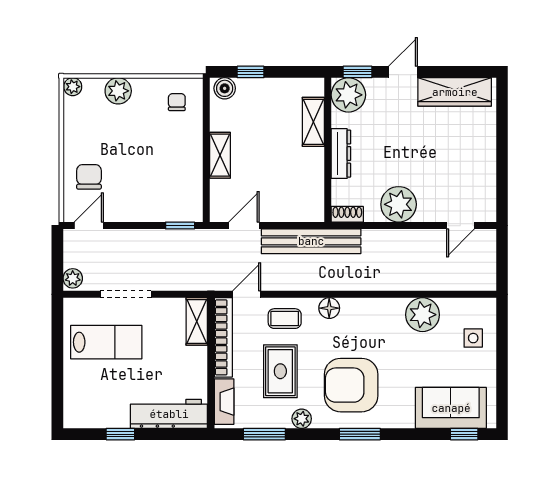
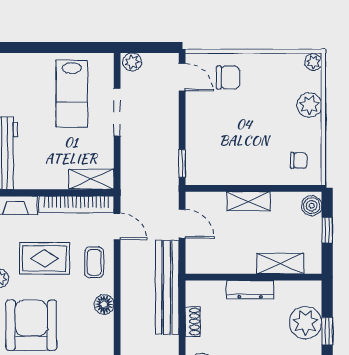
shelving: (313, 122) -> (280, 263), moved
wall: (328, 150) -> (254, 277), moved
dresser: (341, 154) -> (250, 290), moved

